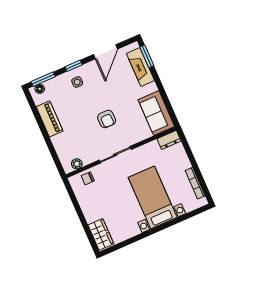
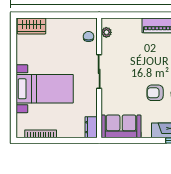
armchair: (107, 119) -> (155, 93), moved

